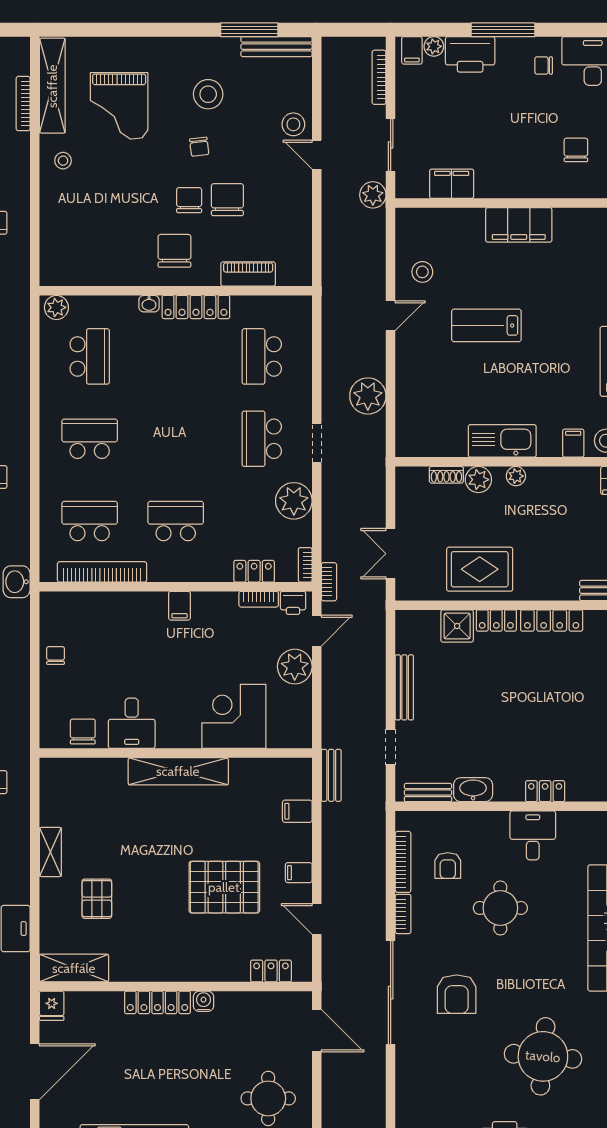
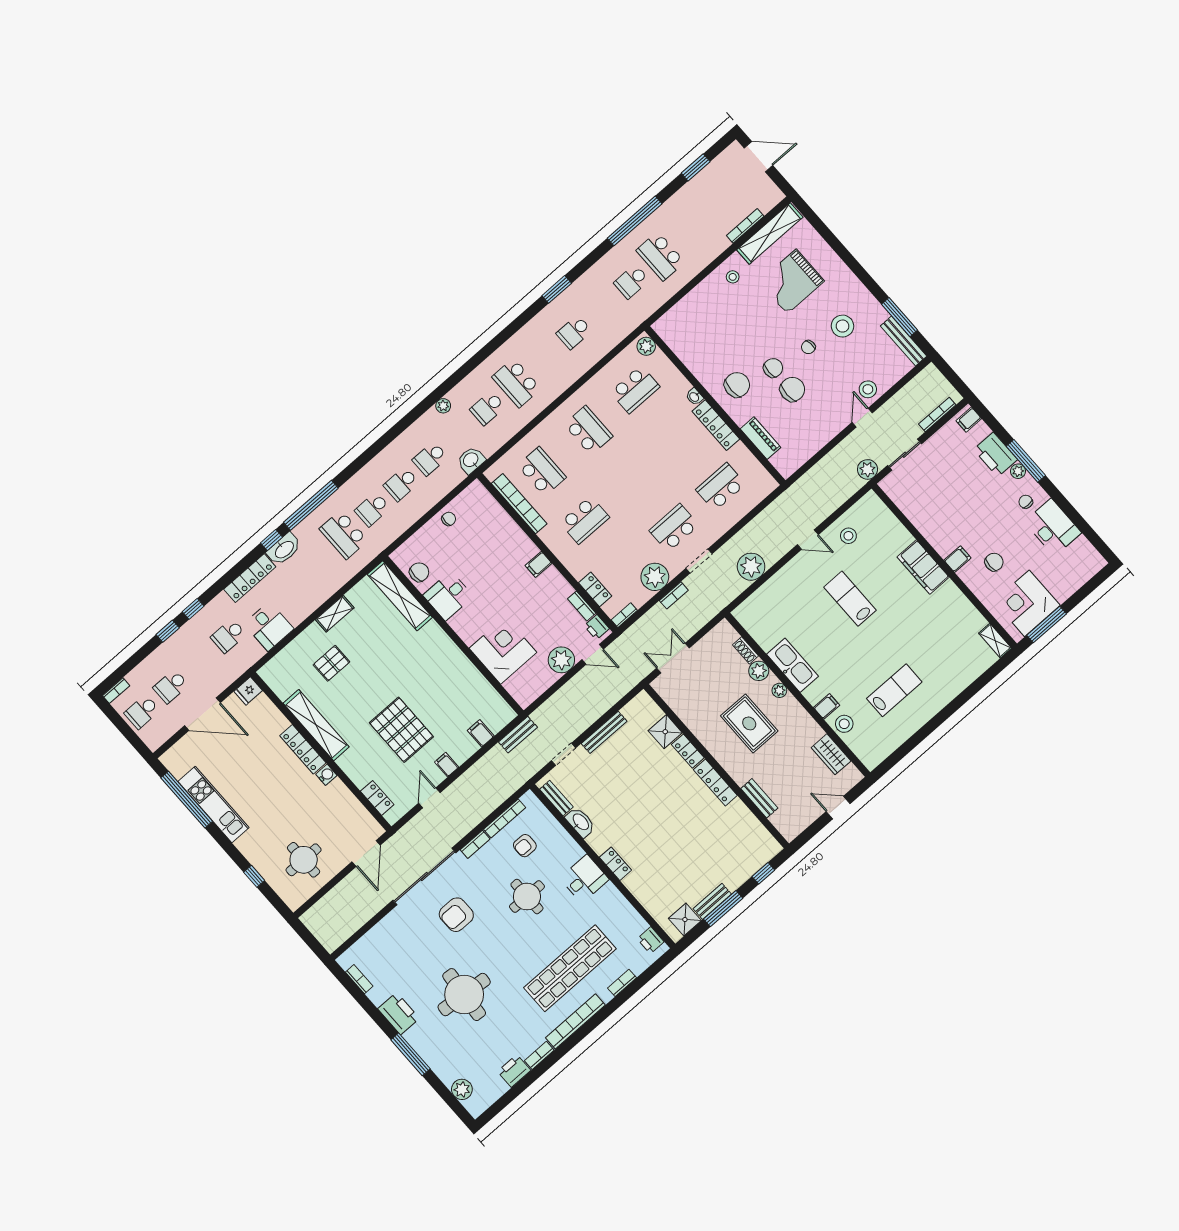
plant: (434, 46) -> (1018, 471), moved
filing cabinet: (452, 184) -> (957, 559), moved, width x0.50
school desk: (176, 521) -> (585, 520), turned 90
rug: (480, 569) -> (749, 723), moved
bookcase: (329, 582) -> (674, 595), moved
shelving: (178, 771) -> (400, 596), moved
shelving: (74, 968) -> (316, 725), moved, width x1.47

